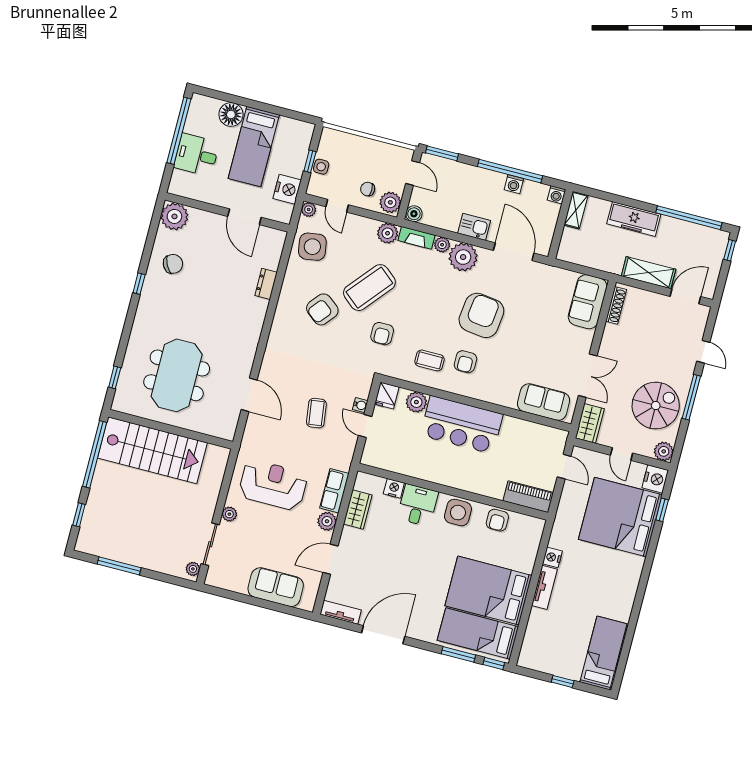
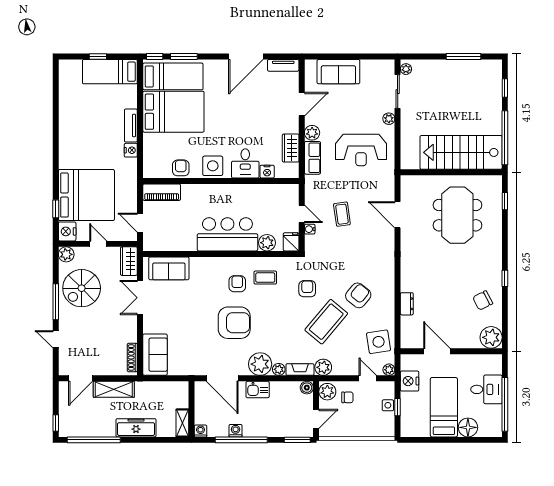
door: (413, 173) -> (316, 419), swing flipped
armchair: (481, 315) -> (234, 323), turned -97
bed: (603, 653) -> (110, 72), moved, turned 90

